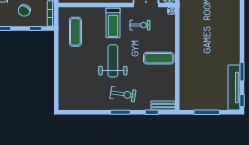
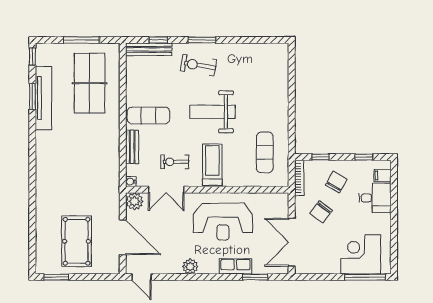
bench: (170, 36) -> (132, 147), added
weight bench: (113, 61) -> (212, 112), turned 90
table tennis table: (201, 81) -> (90, 83), added
tv unit: (234, 87) -> (43, 98), moved
bench: (163, 106) -> (149, 49), width x1.36

